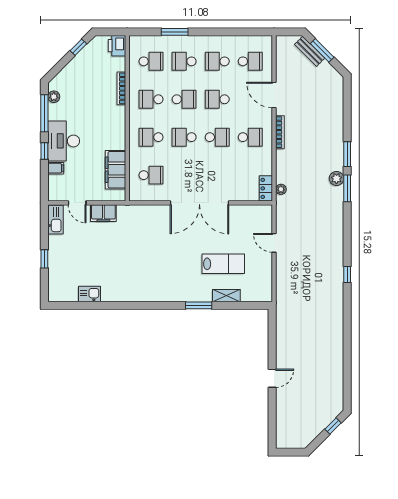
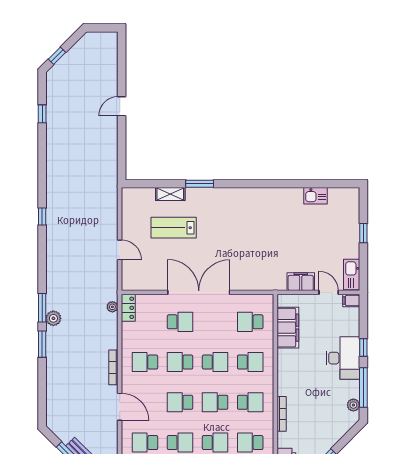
school desk: (217, 99) -> (180, 402), turned 180
filing cabinet: (56, 168) -> (351, 301), moved
school desk: (217, 175) -> (180, 322), added
window: (347, 371) -> (42, 114), added

